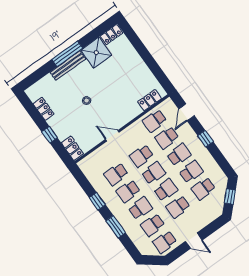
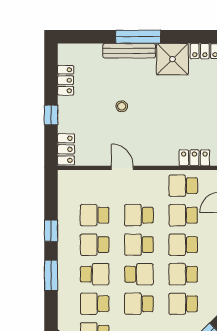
school desk: (179, 155) -> (183, 245), turned 180
school desk: (191, 172) -> (183, 274), turned 180
school desk: (154, 173) -> (139, 245), turned 180

